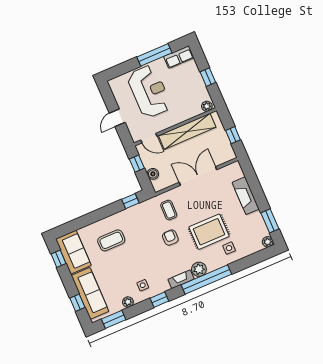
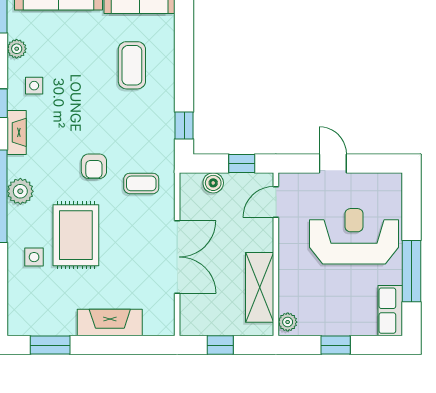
reception desk: (149, 91) -> (354, 236), turned 180
shelving: (187, 131) -> (260, 287), width x0.68
armchair: (170, 238) -> (94, 166), turned 90
plant: (268, 242) -> (17, 326), removed
fireplace: (181, 279) -> (17, 132), moved

